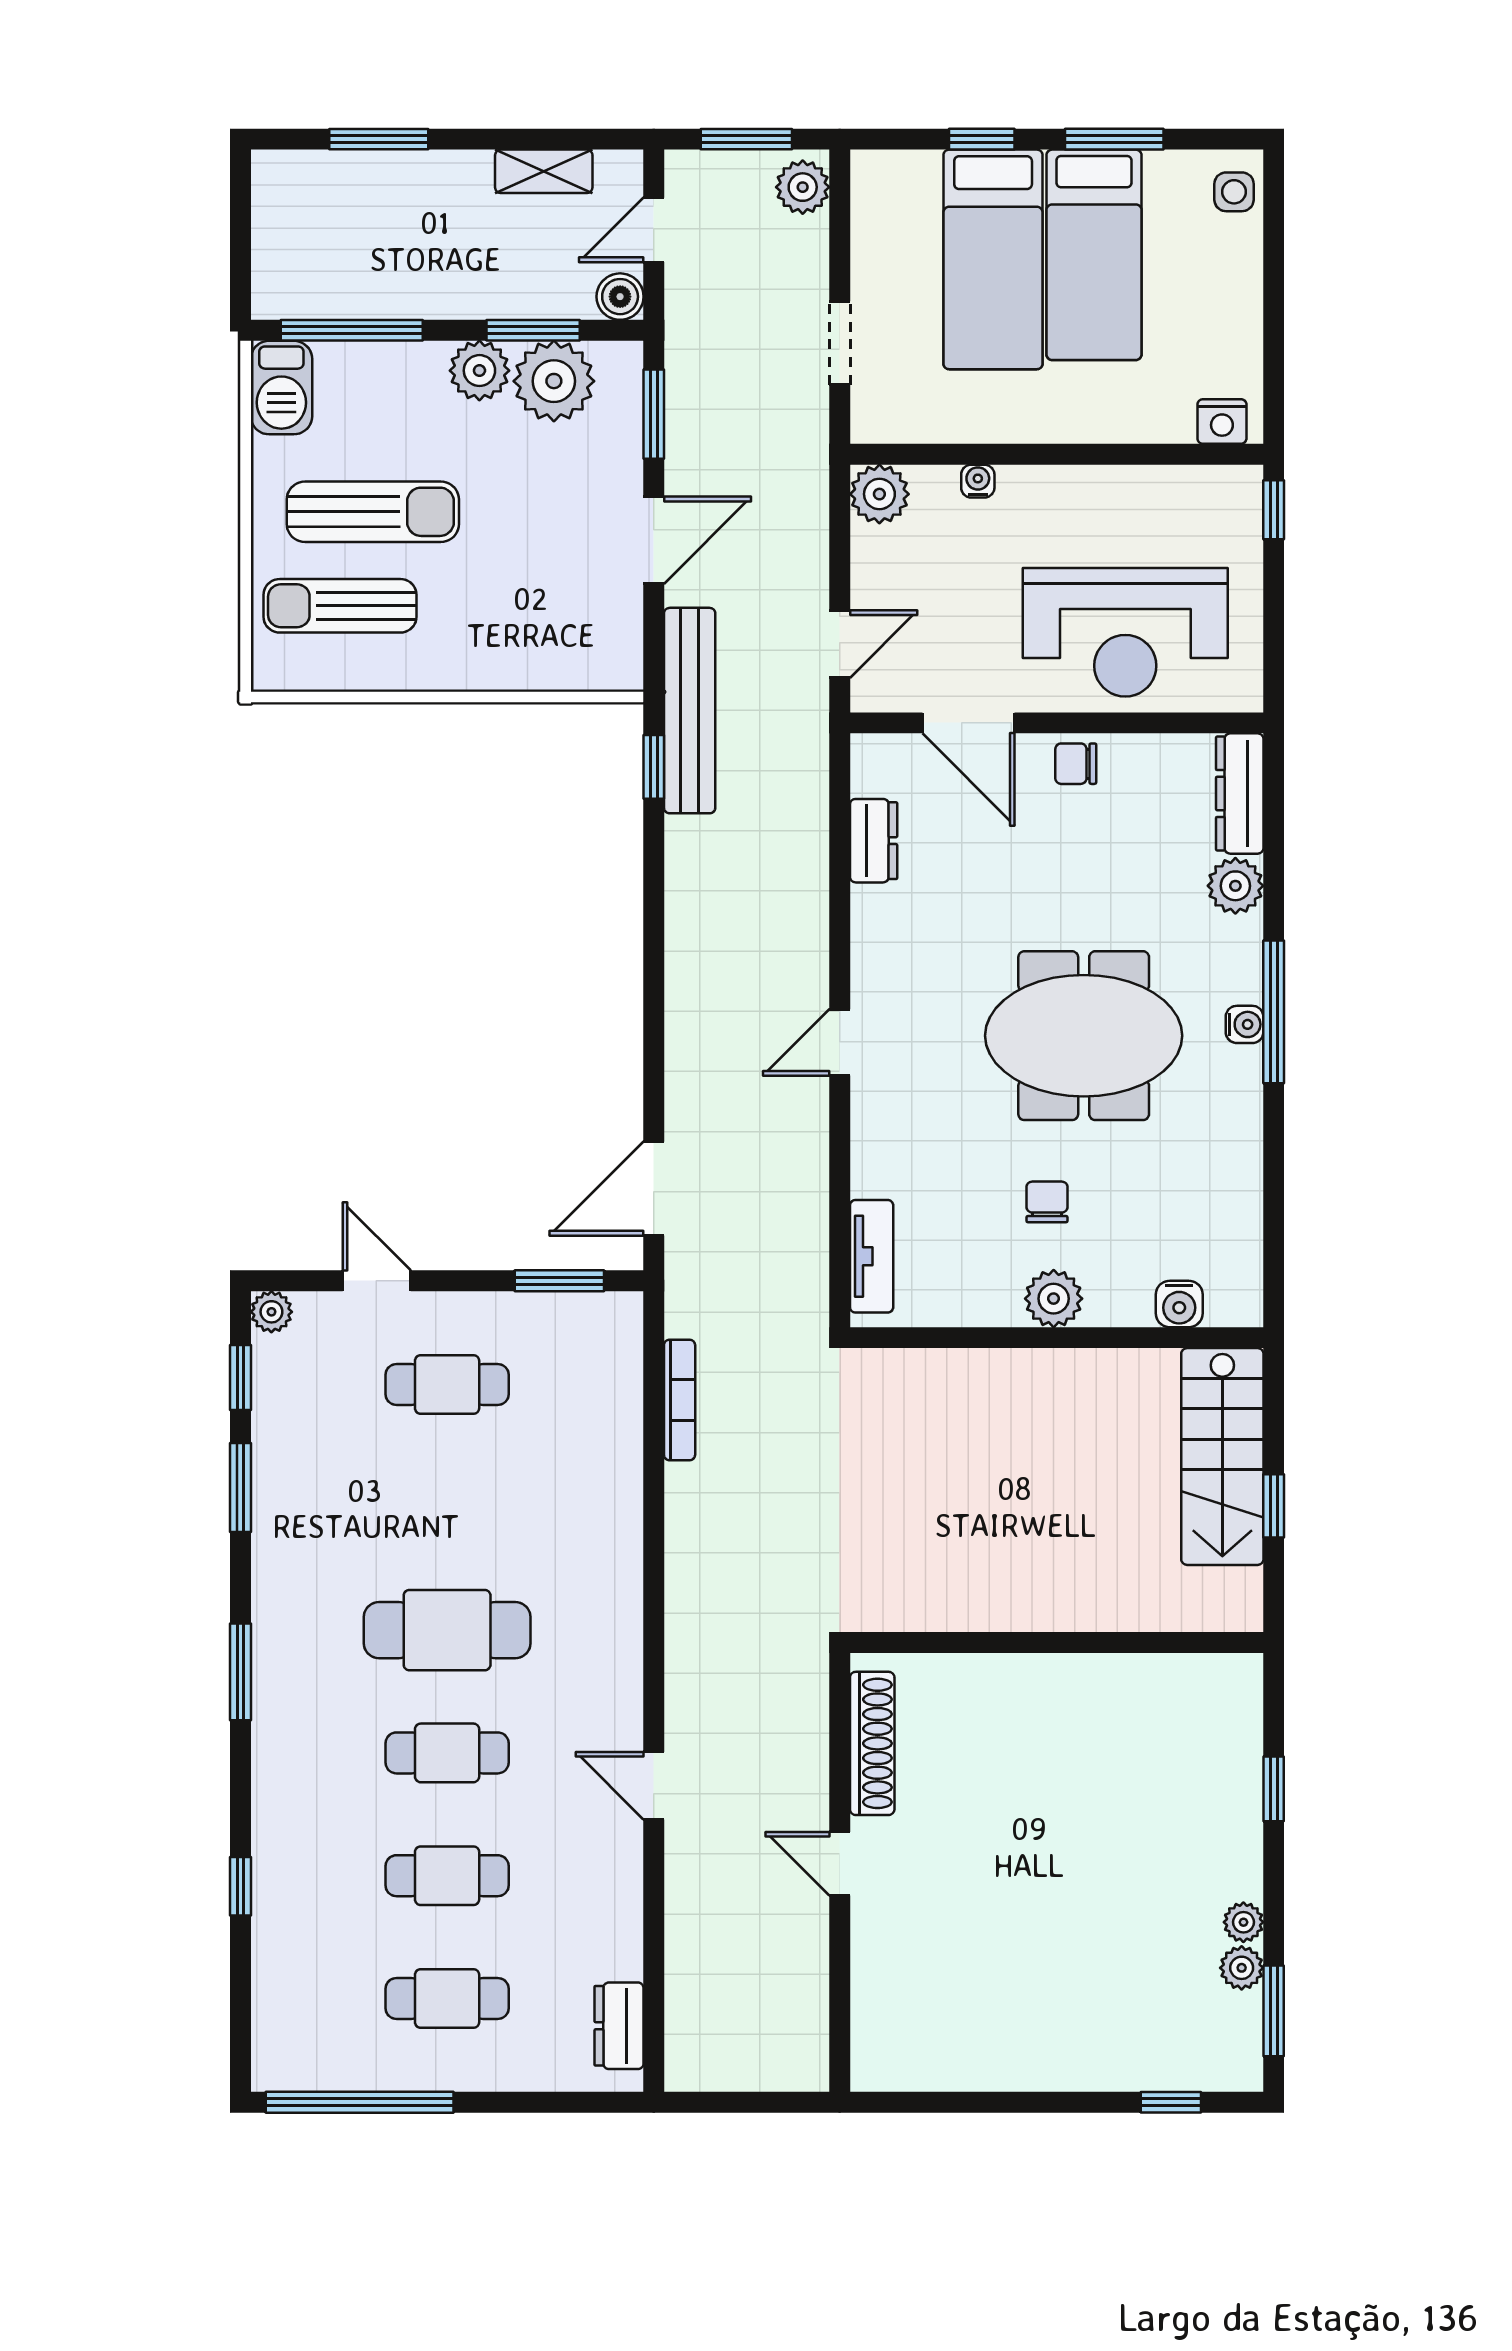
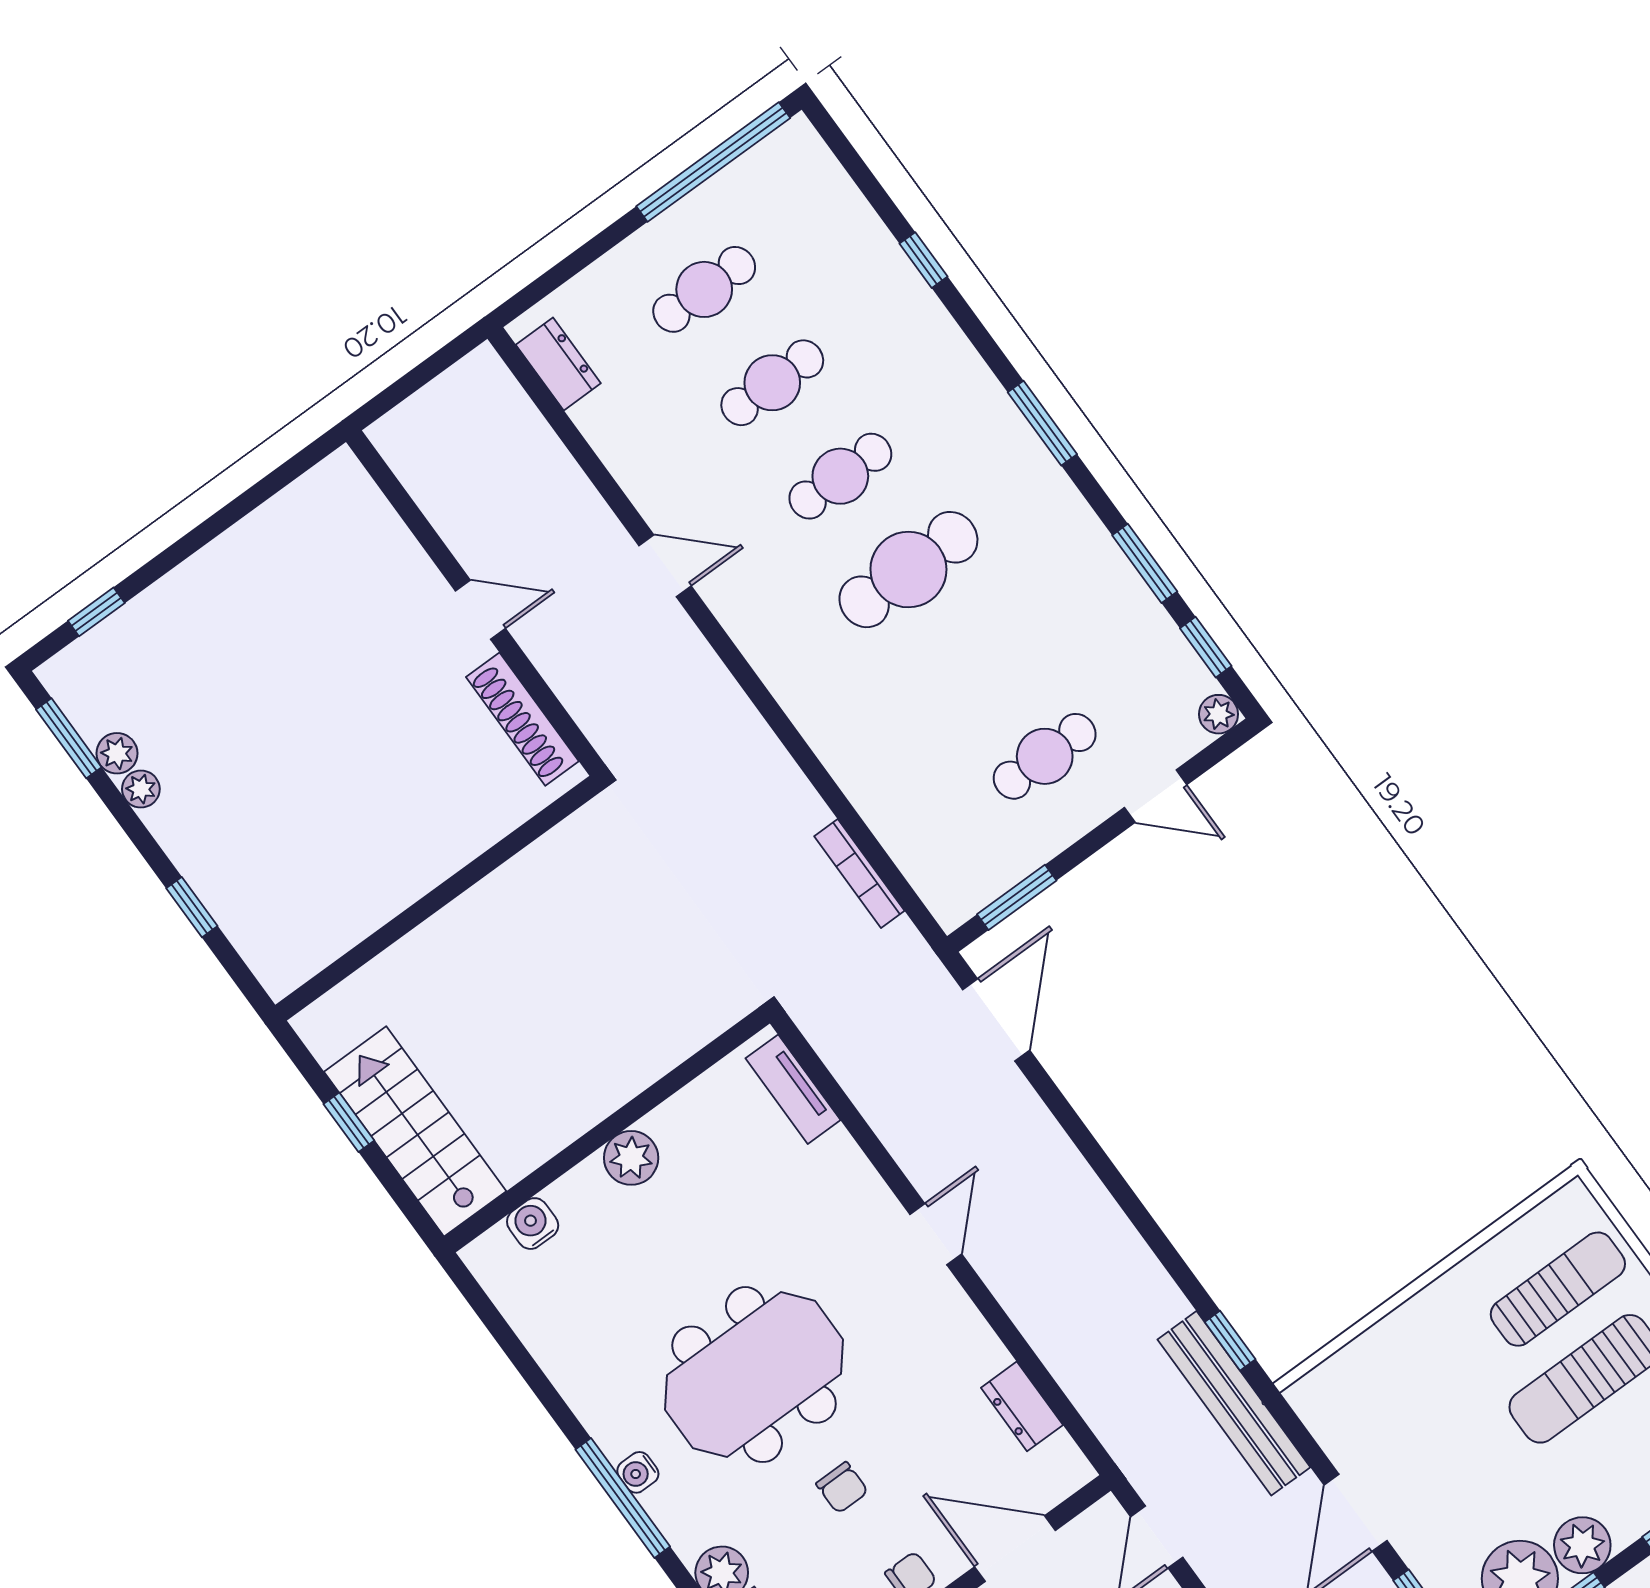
chair: (1047, 1202) -> (842, 1488), moved

